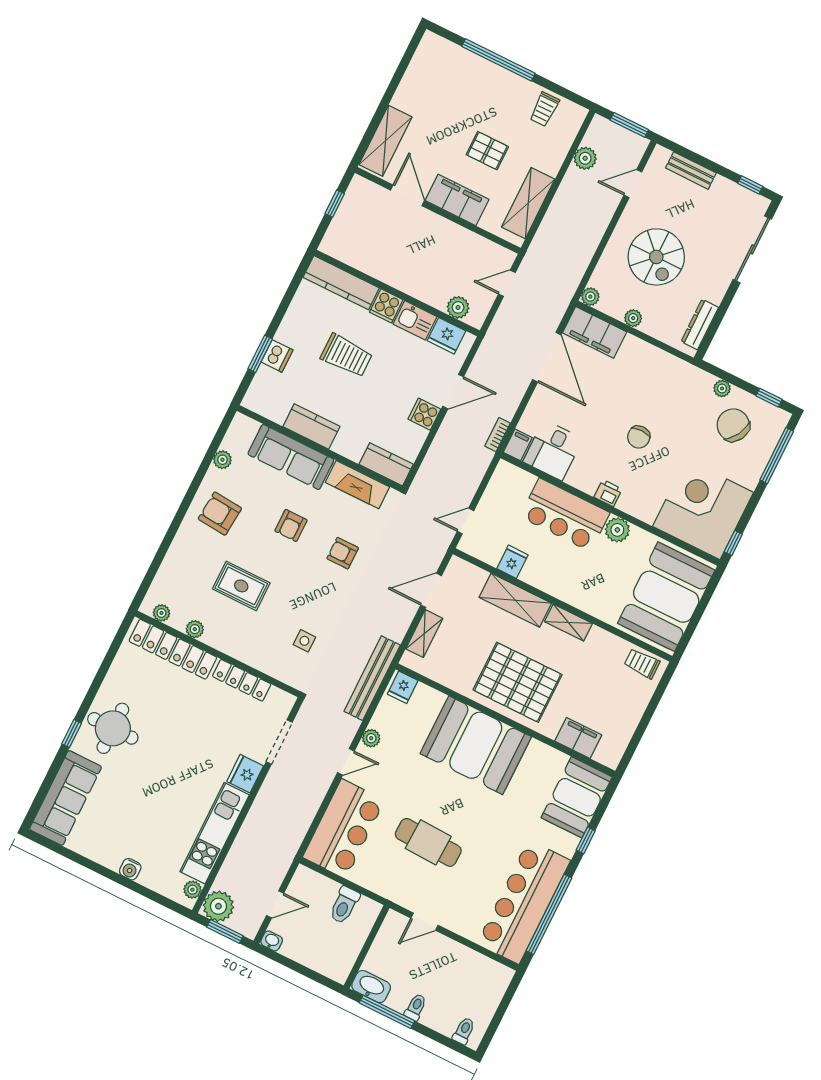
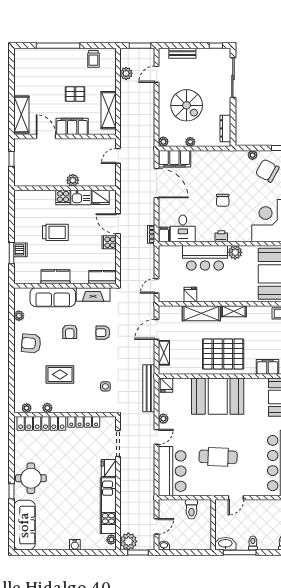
kitchen counter: (341, 283) -> (34, 197), removed
plant: (458, 307) -> (73, 180), moved
door: (453, 392) -> (118, 224), swing flipped

